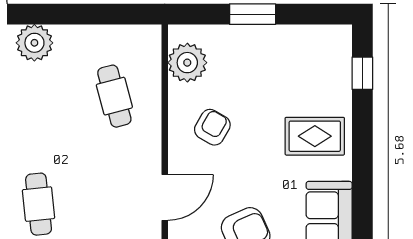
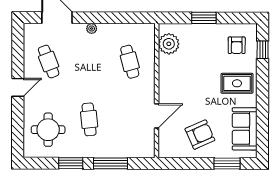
plant: (34, 43) -> (92, 29), width x0.53, depth x0.53
armchair: (212, 127) -> (237, 45), moved, turned 150

